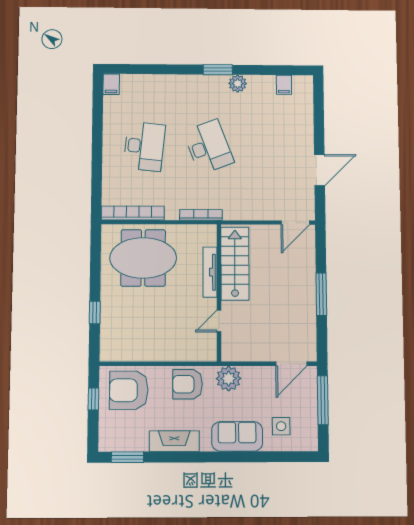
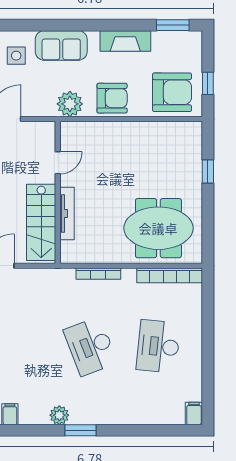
stairs: (235, 264) -> (41, 222), moved
tv unit: (210, 272) -> (67, 213), moved
wall: (219, 292) -> (58, 192), moved
door: (219, 321) -> (58, 163), moved

